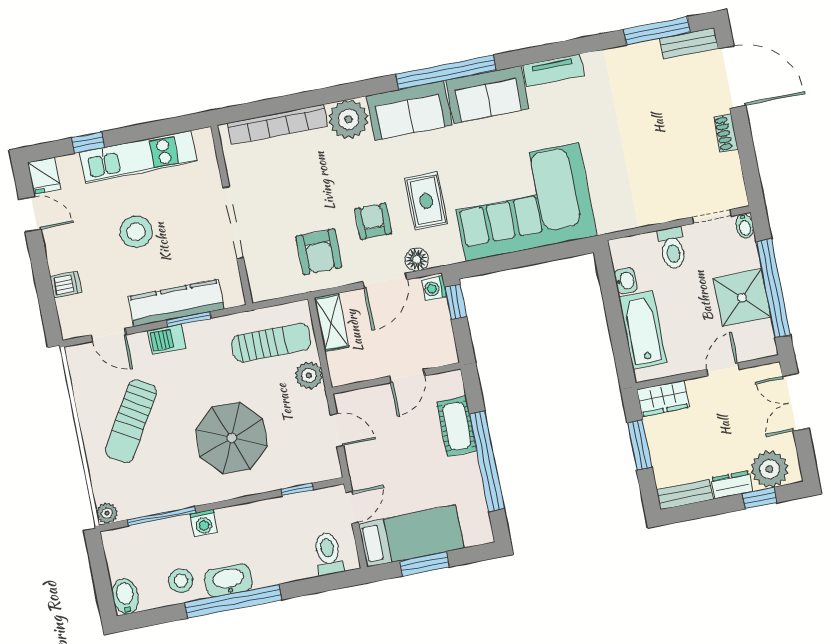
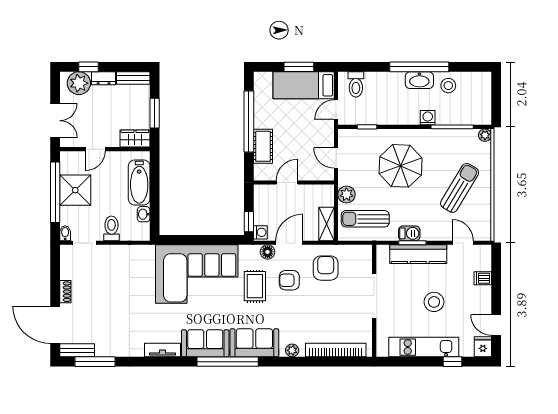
plant: (348, 119) -> (292, 350), width x0.53, depth x0.53
armchair: (373, 221) -> (289, 280), turned 90
barbecue: (167, 339) -> (409, 233), moved
bidet: (125, 596) -> (484, 83), removed

